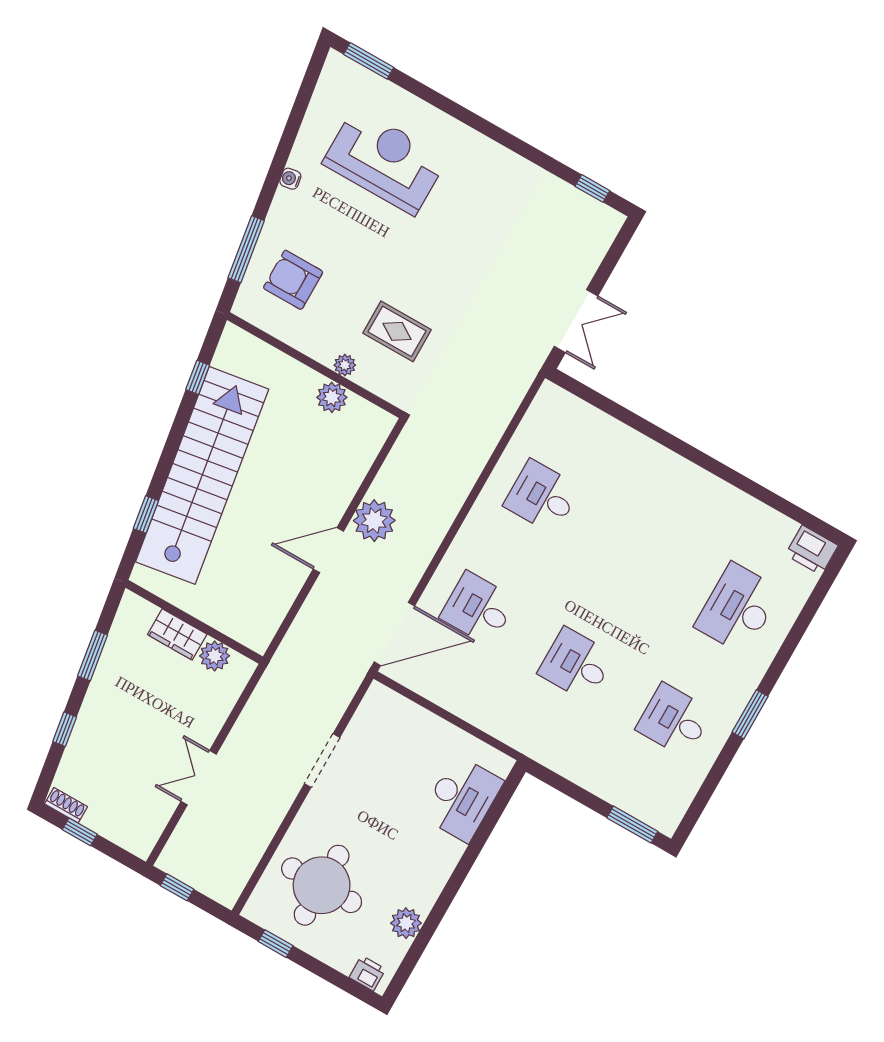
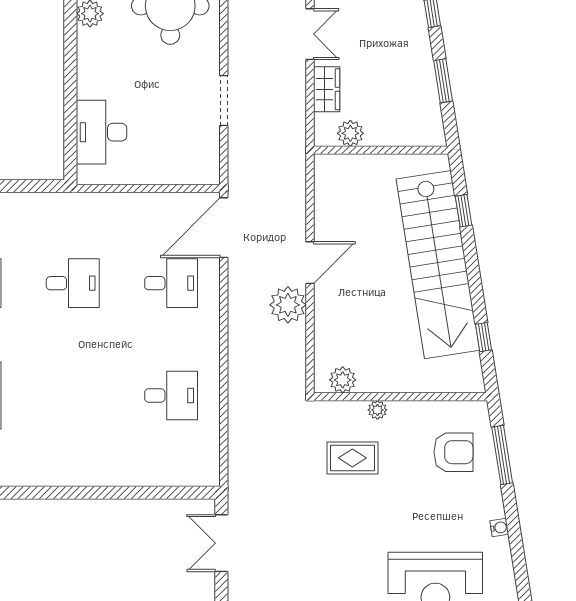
plant: (332, 397) -> (343, 380), moved
wardrobe: (177, 634) -> (327, 89), moved, turned 90

